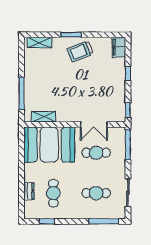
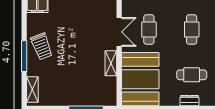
window: (71, 35) -> (24, 56), width x1.44
shelving: (44, 117) -> (111, 63), moved

